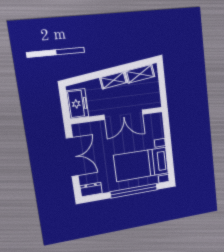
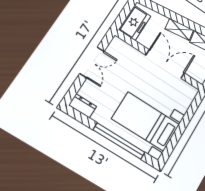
double door: (124, 115) -> (165, 64), swing flipped
double door: (72, 157) -> (92, 62), width x0.73

